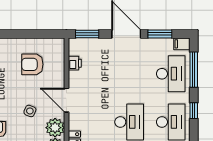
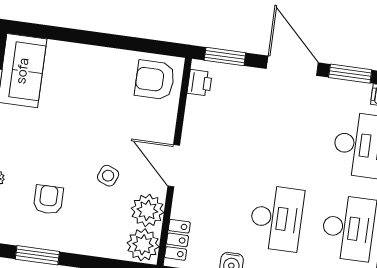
printer: (75, 63) -> (200, 83), moved
armchair: (32, 64) -> (155, 80), moved

